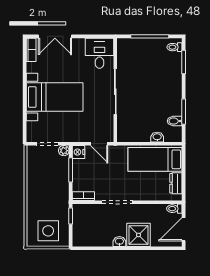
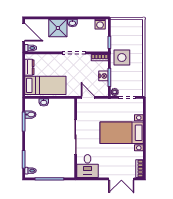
double door: (55, 36) -> (121, 179), swing flipped
nightstand: (78, 152) -> (104, 76), moved
door: (184, 229) -> (24, 32), hinge flipped
side table: (48, 231) -> (122, 58), moved
washing machine: (83, 240) -> (100, 24), added

